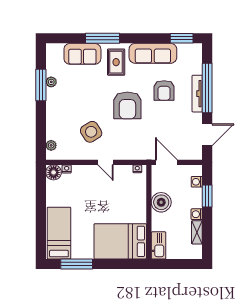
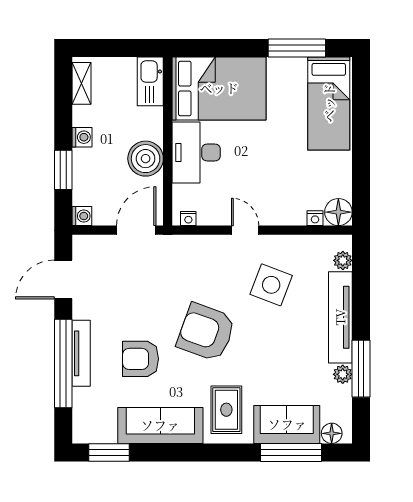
window: (103, 38) -> (291, 452), moved
floor lamp: (57, 49) -> (332, 433), added
armchair: (164, 90) -> (141, 359), turned -90
armchair: (127, 105) -> (206, 332), turned -70
tv unit: (52, 114) -> (340, 317), added
side table: (91, 132) -> (271, 285), turned -37
door: (166, 162) -> (136, 230), swing flipped
washing machine: (197, 182) -> (82, 216), moved
desk: (133, 206) -> (196, 152), added
shelving: (197, 232) -> (82, 83), moved

